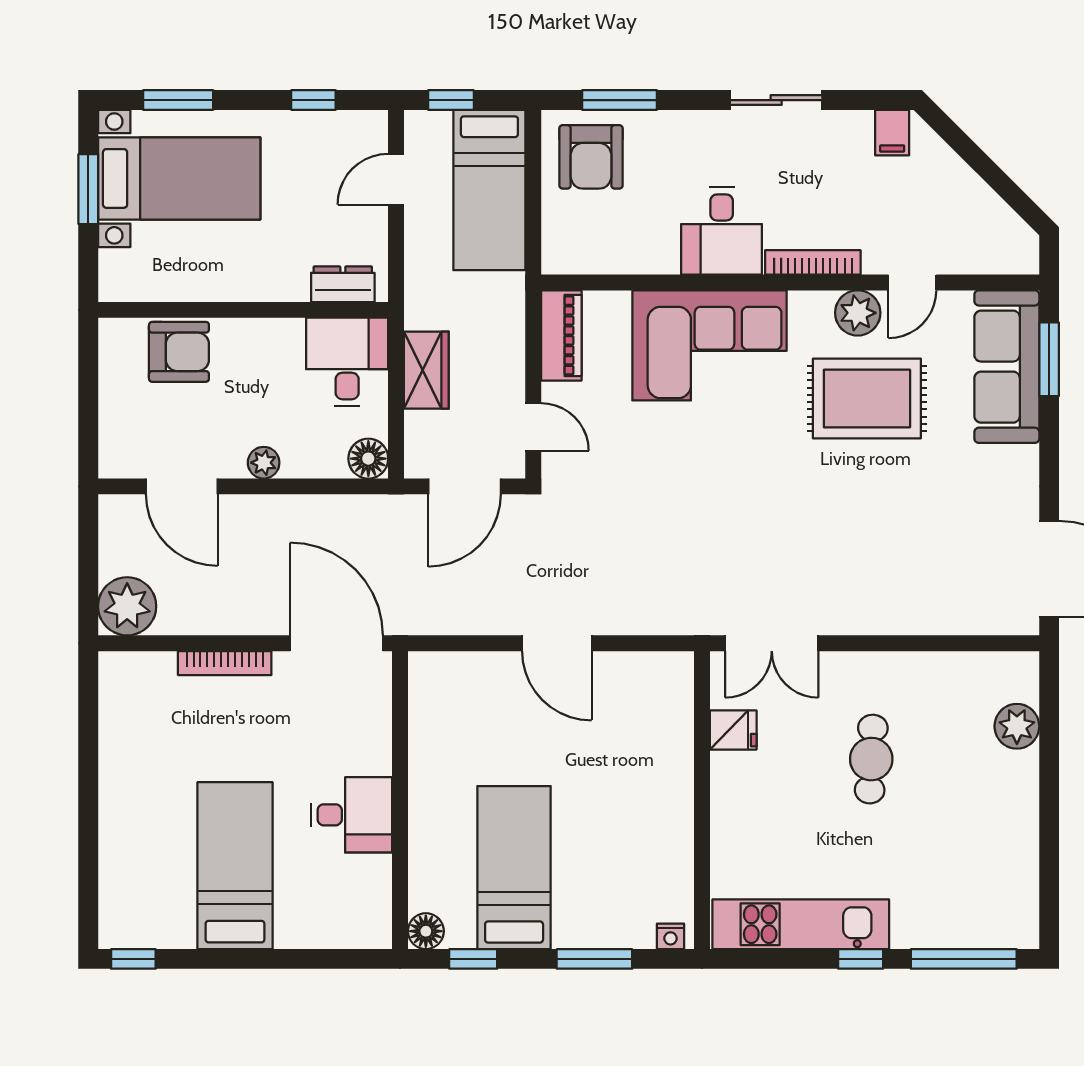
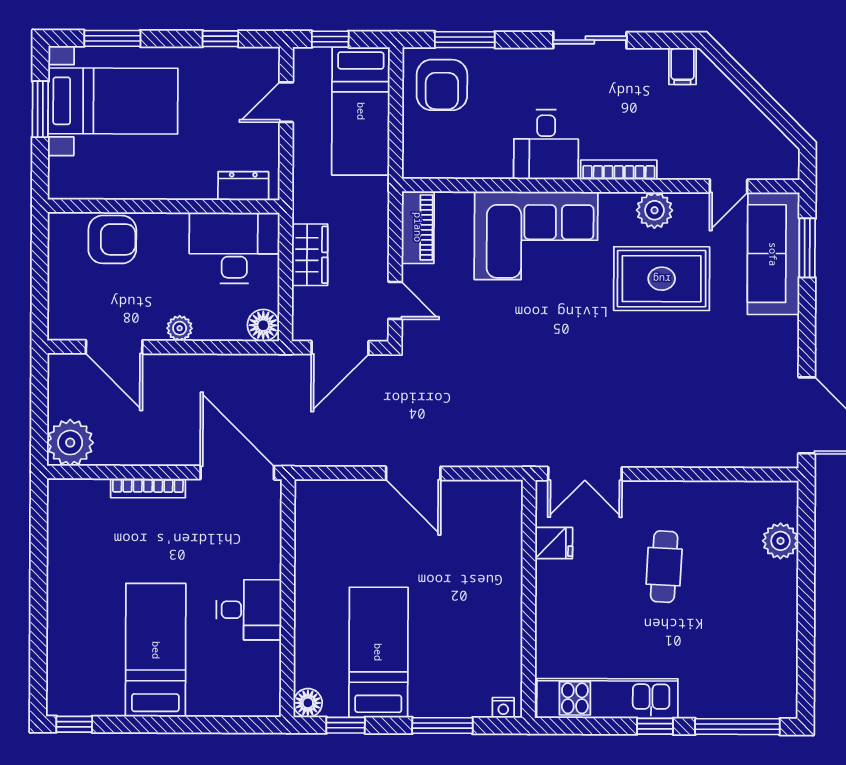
door: (912, 282) -> (729, 186), moved
desk: (347, 362) -> (234, 248), width x1.37

